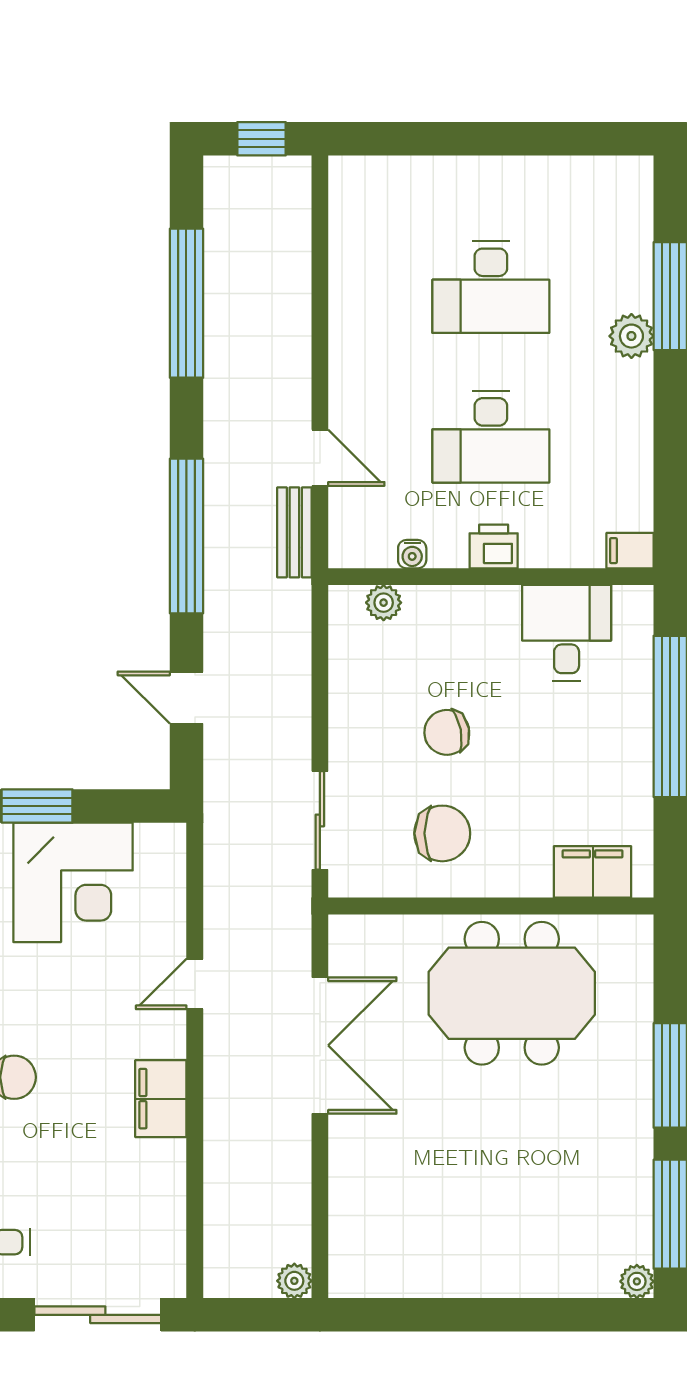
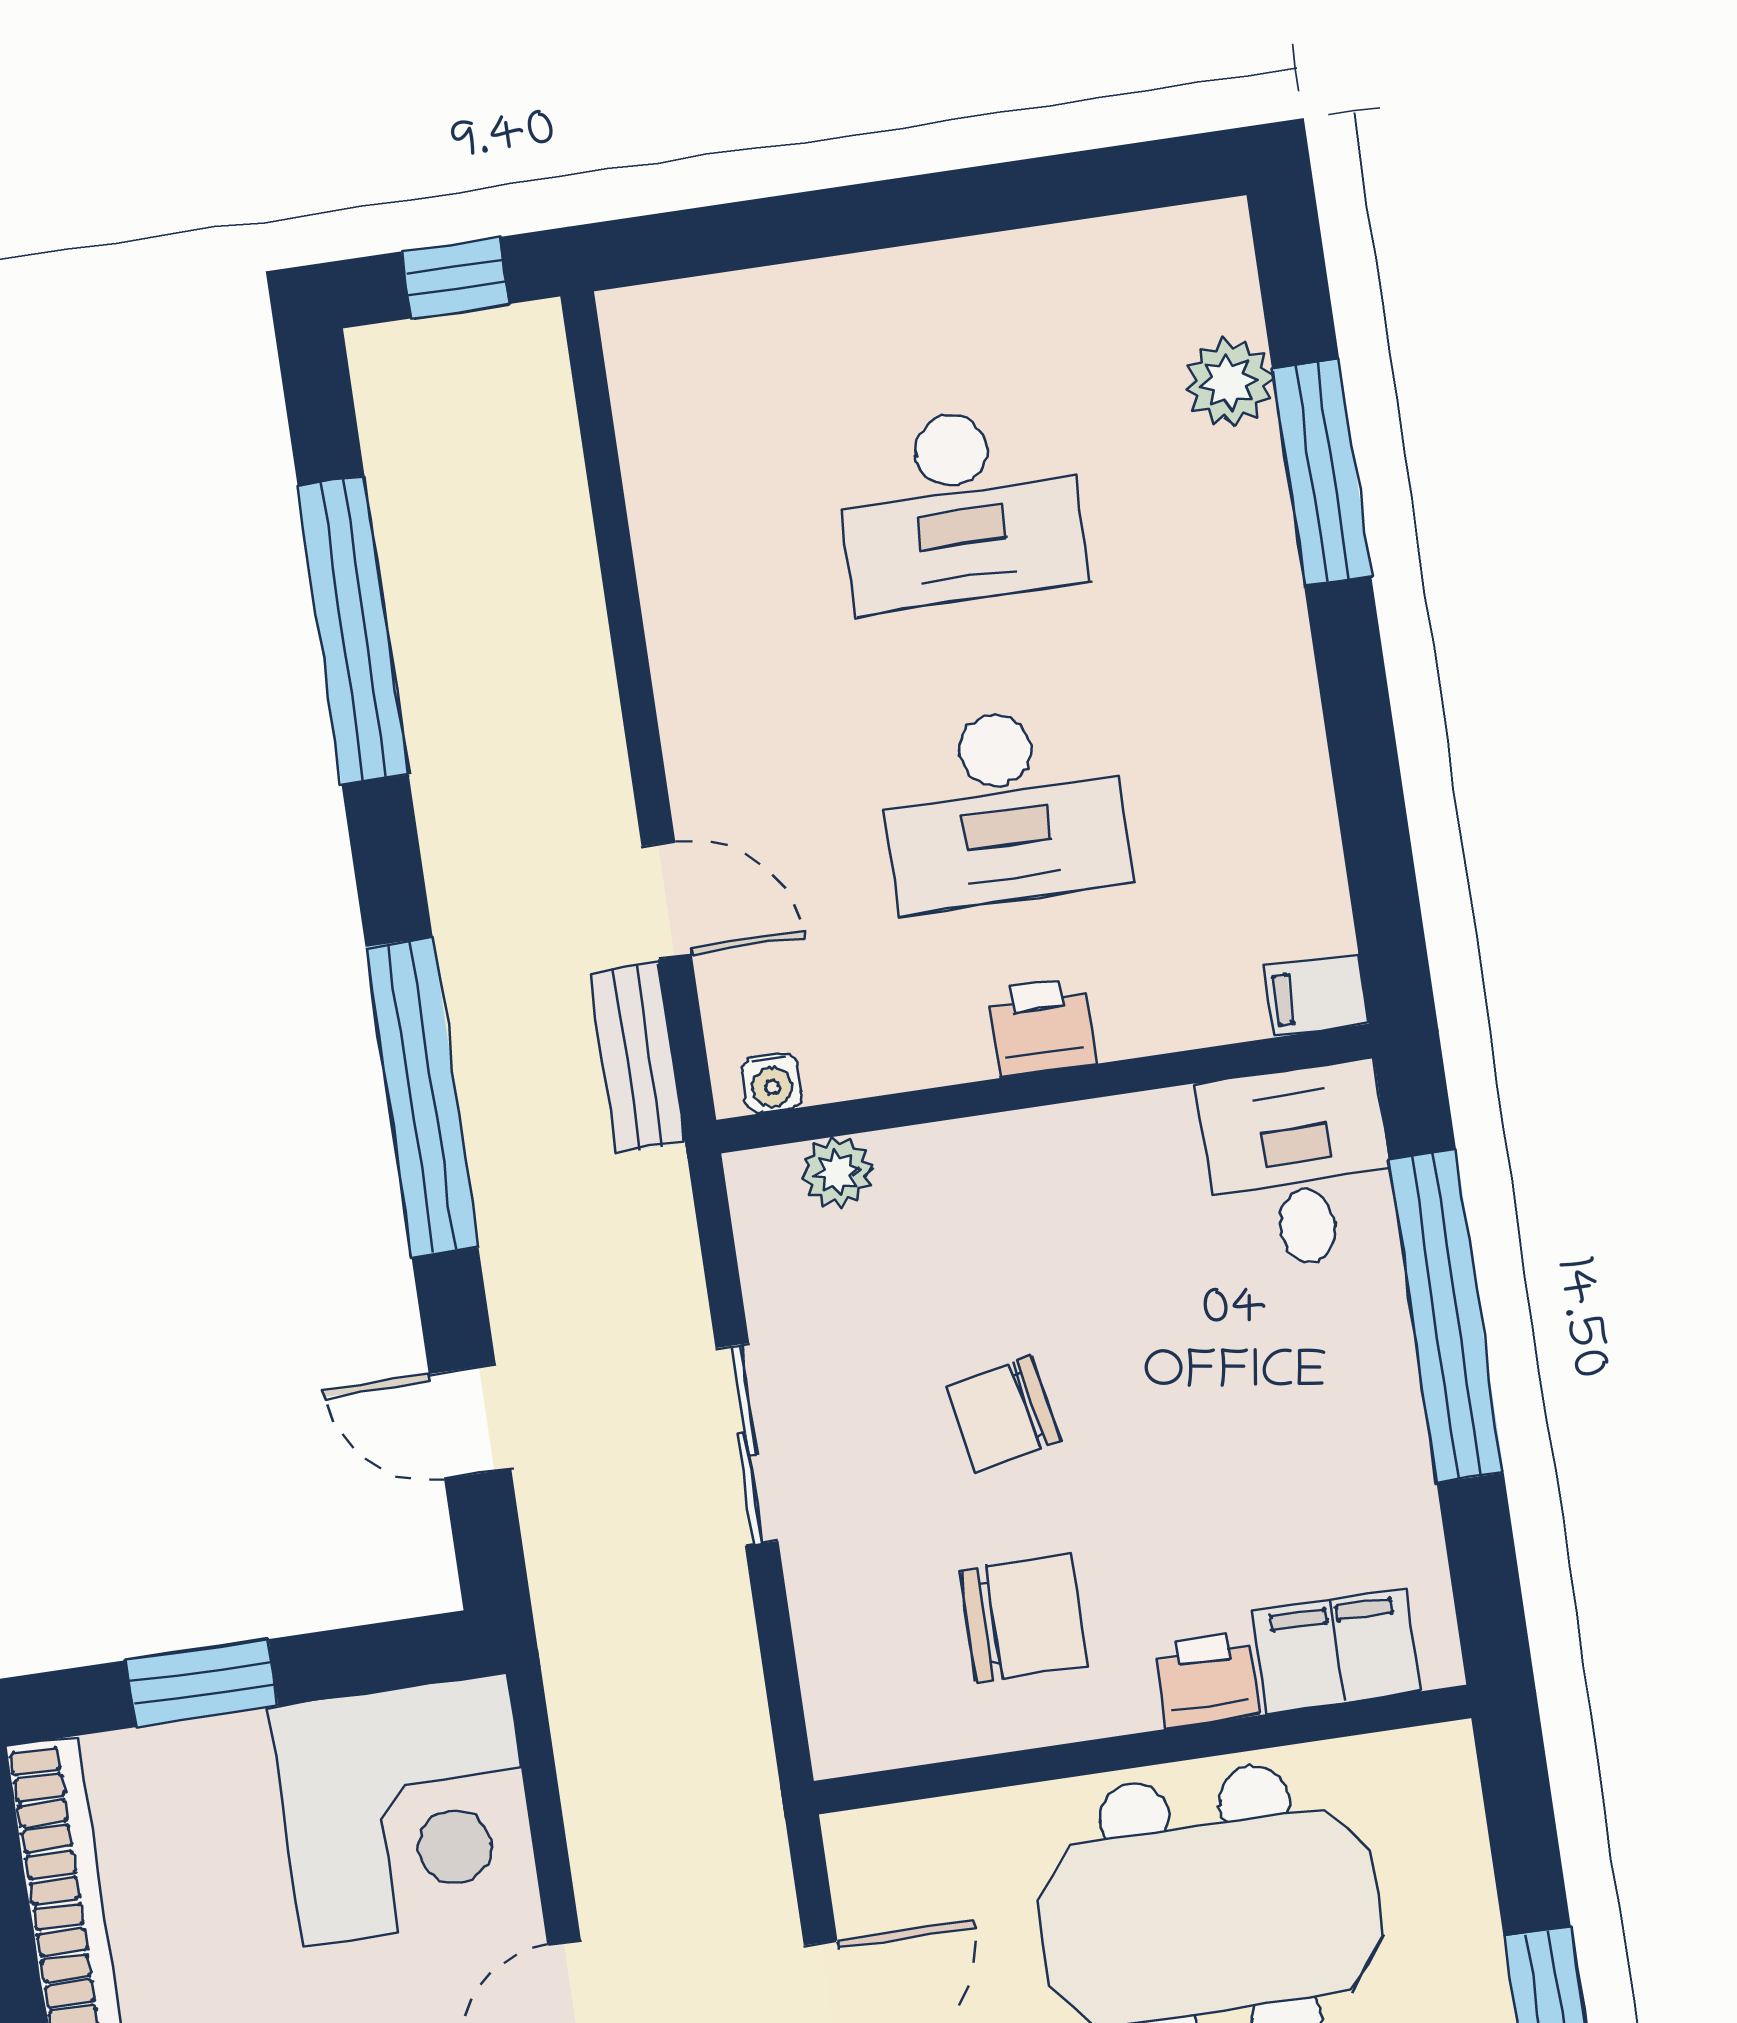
plant: (631, 336) -> (1229, 382), moved
water cooler: (412, 554) -> (772, 1083), moved
desk: (567, 633) -> (1299, 1166), moved
sliding door: (320, 820) -> (747, 1445), moved
printer: (527, 877) -> (1207, 1679), added
corner desk: (73, 882) -> (405, 1810), moved

